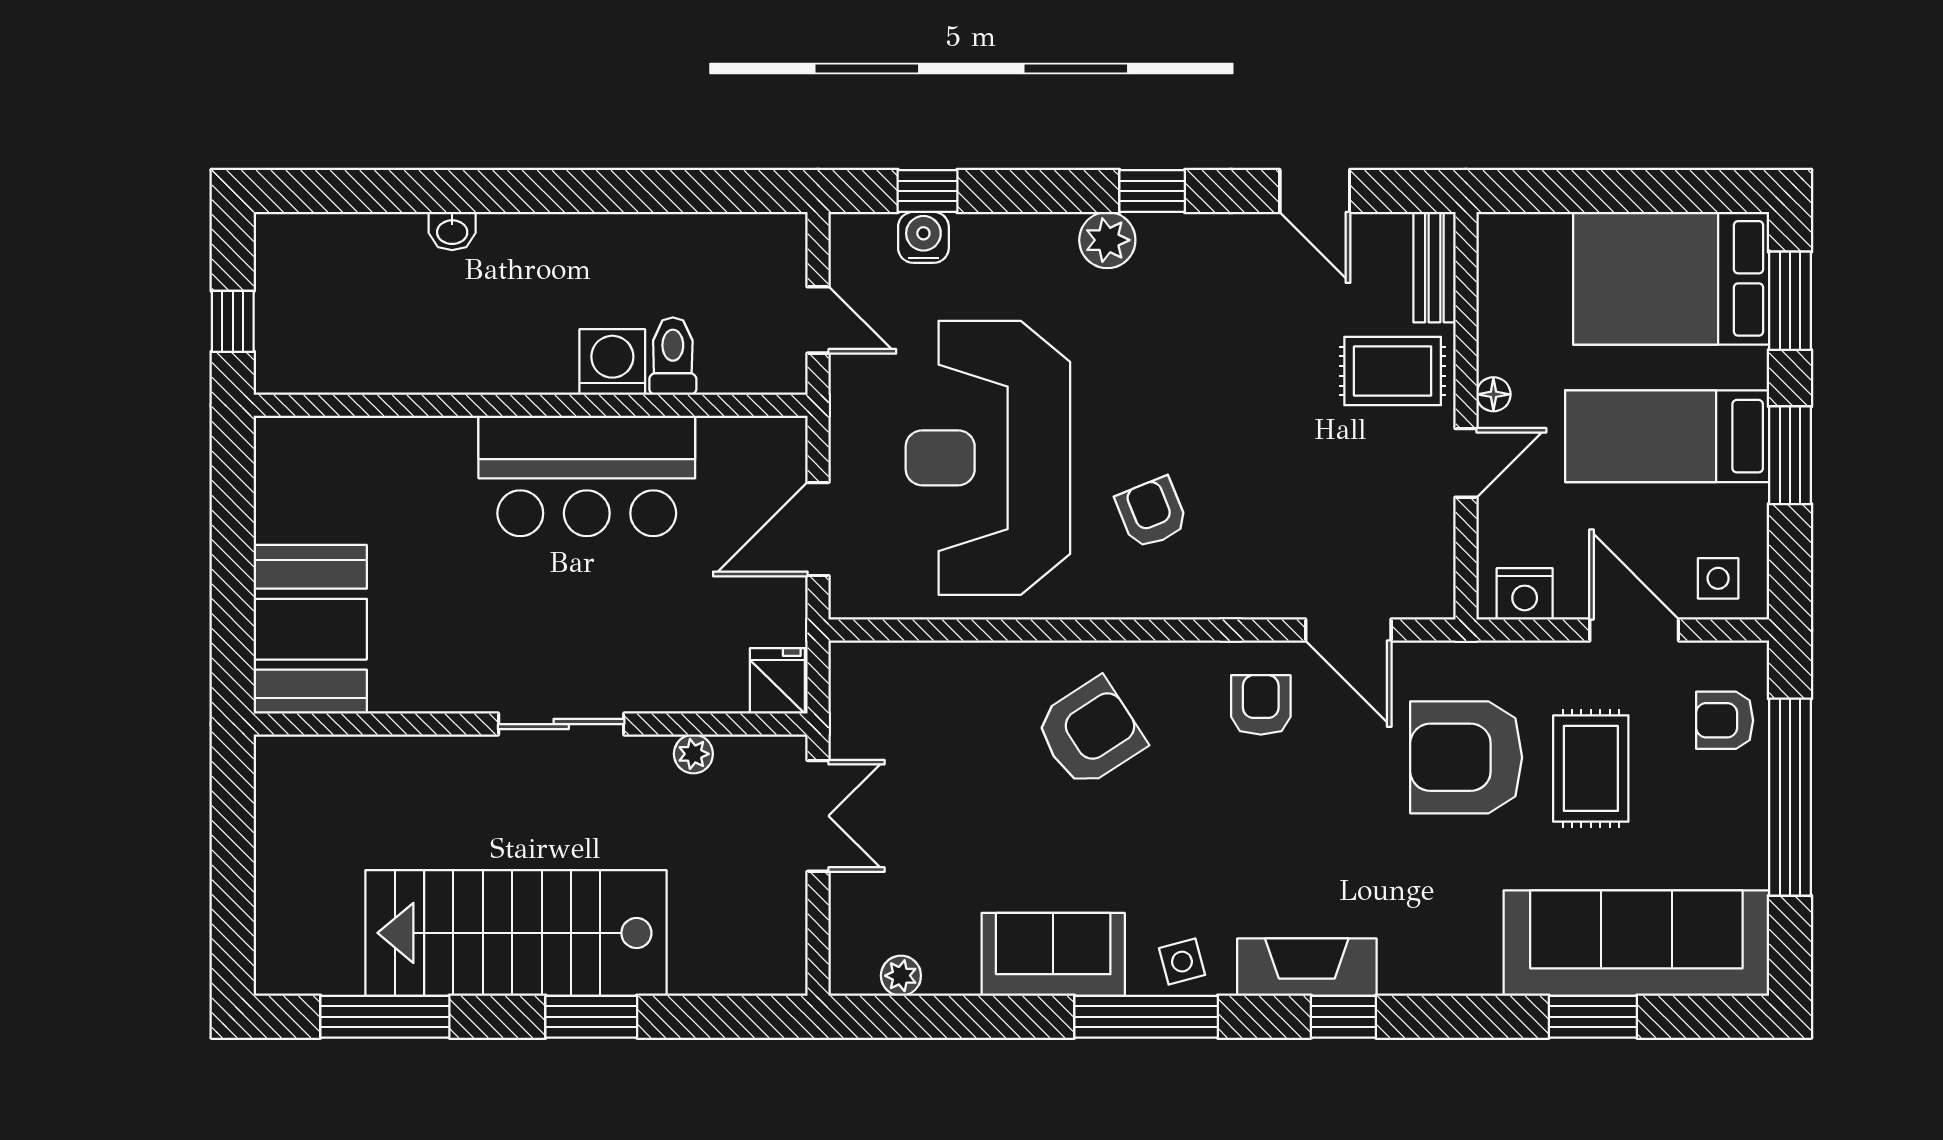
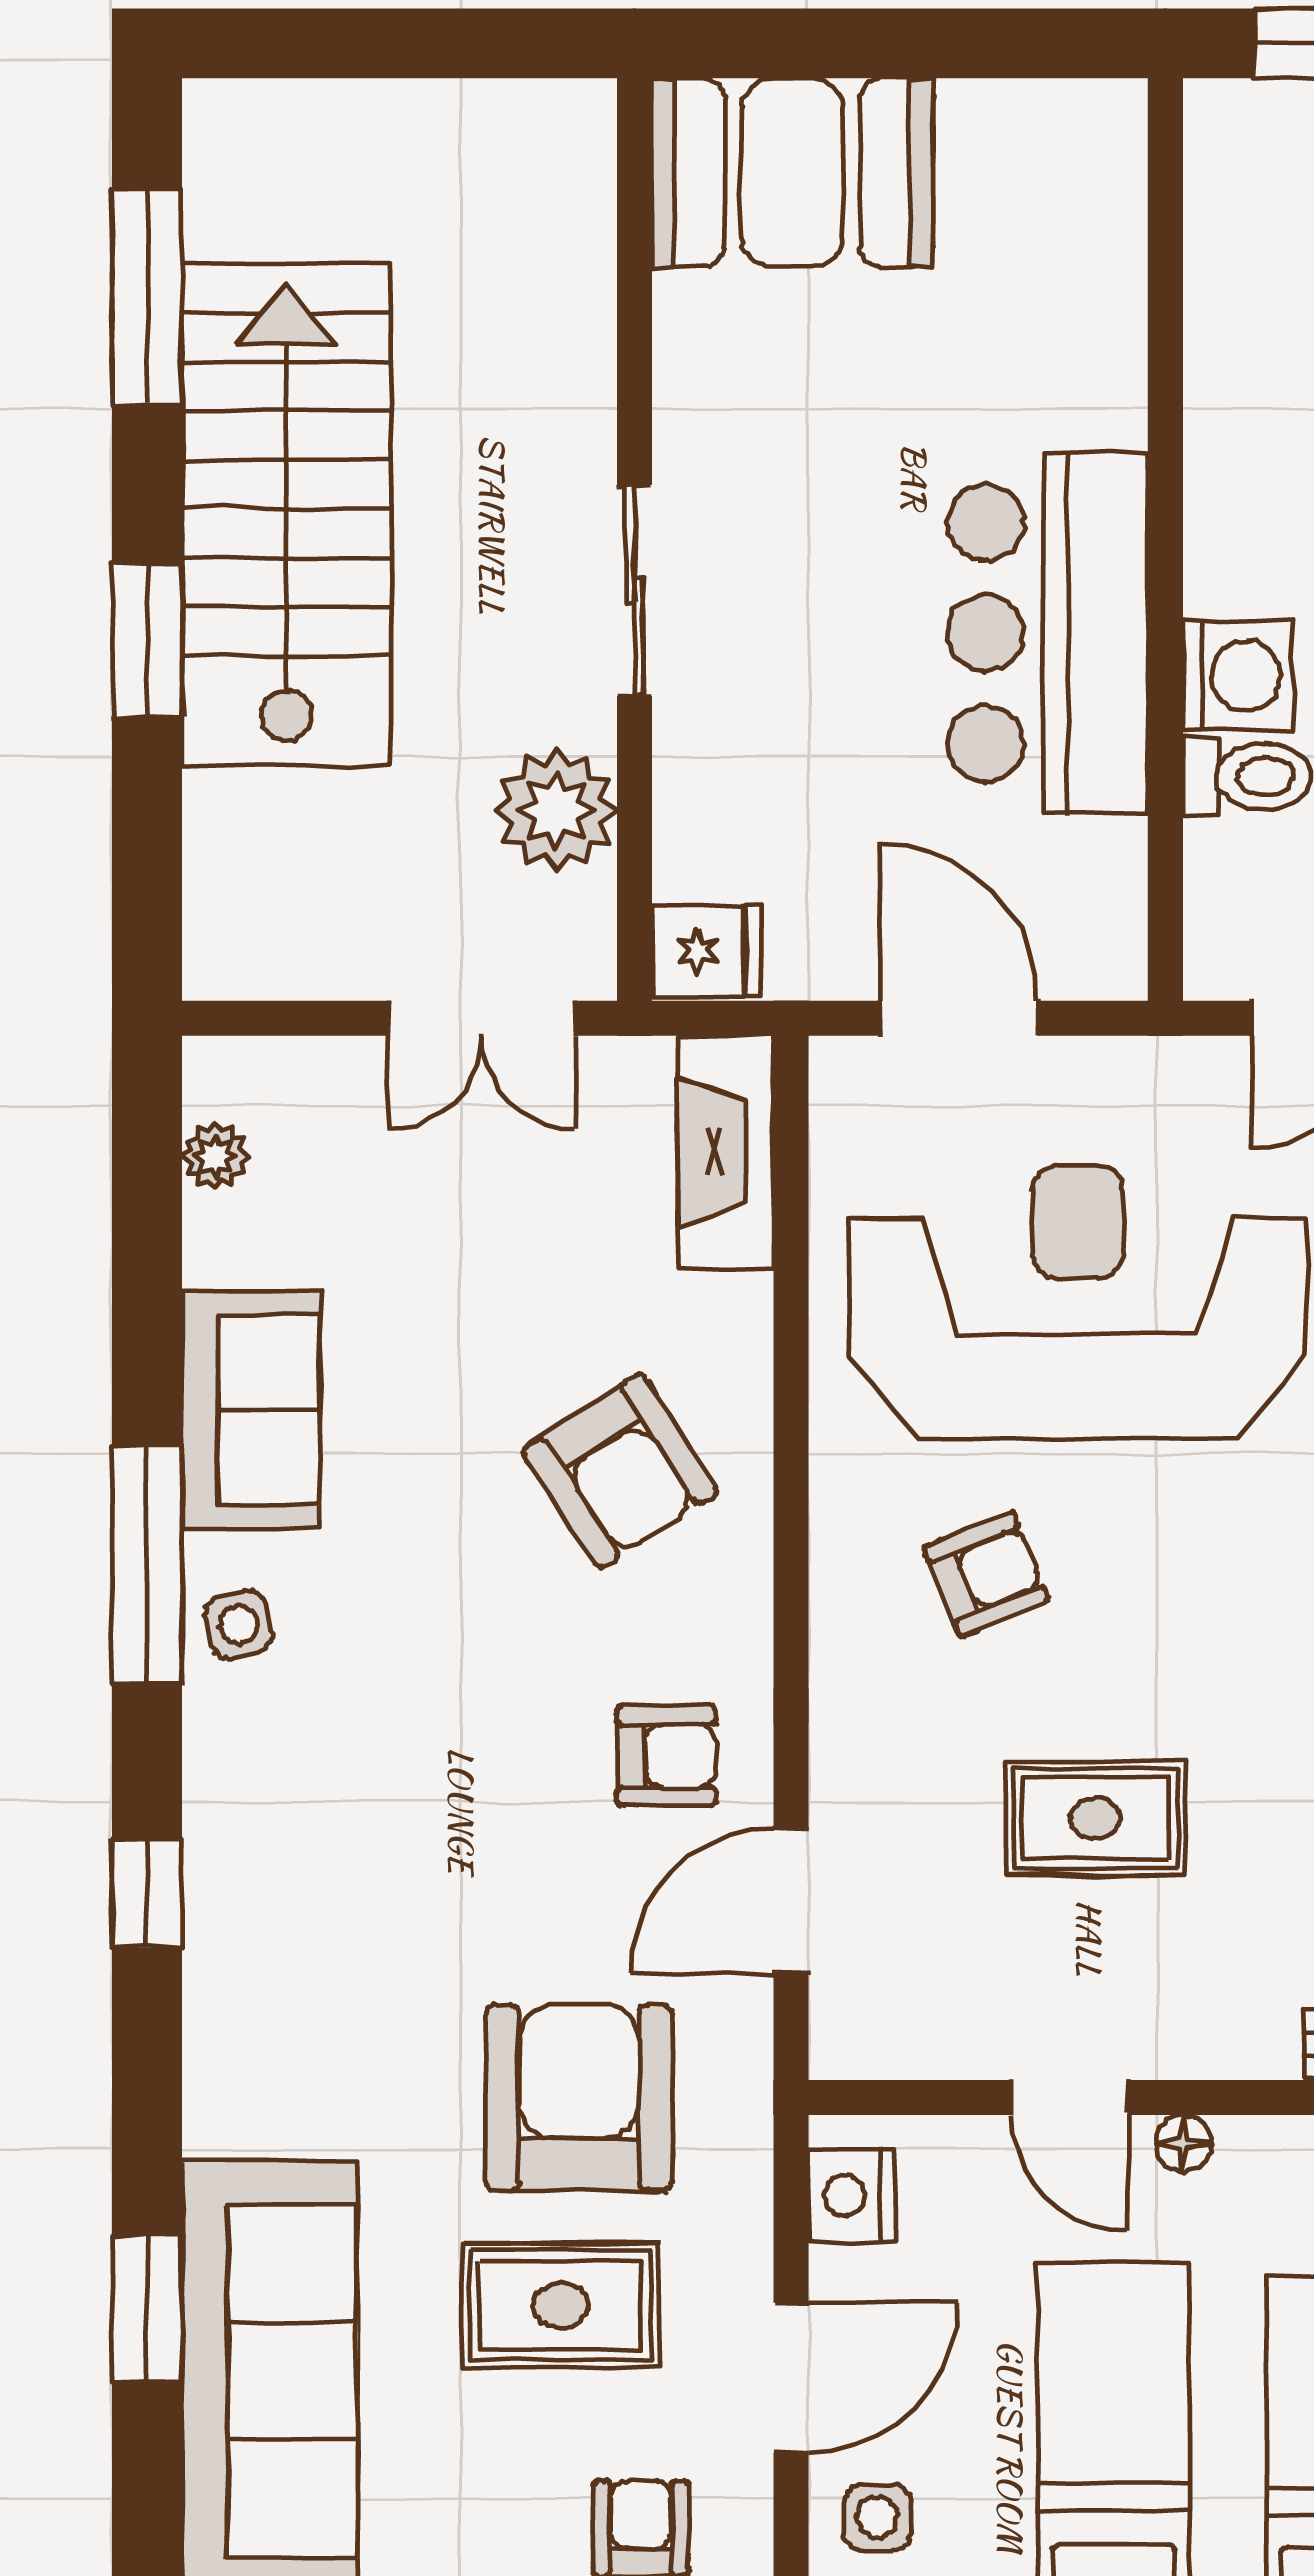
rug: (1393, 371) -> (1096, 1819), moved, turned 90
plant: (693, 754) -> (556, 811), width x1.88, depth x1.88
fireplace: (1307, 967) -> (726, 1152), moved, turned 180

